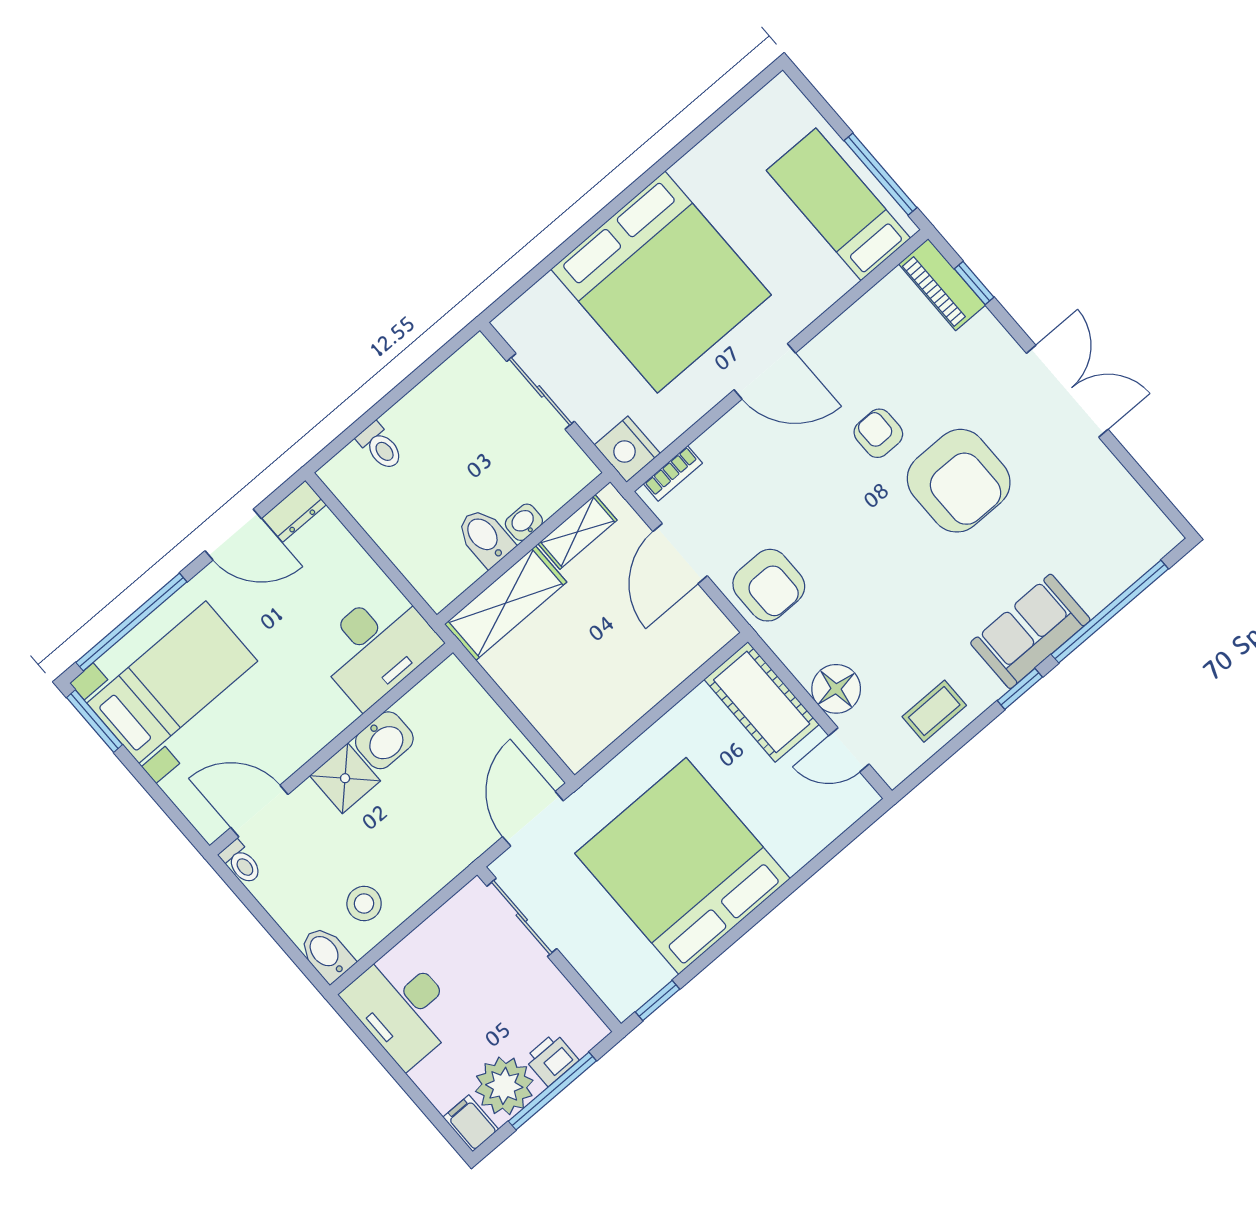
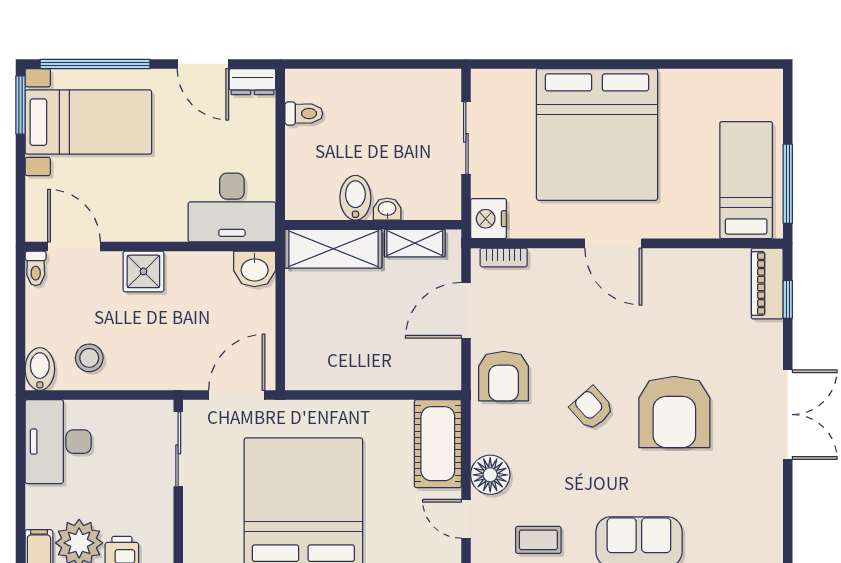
armchair: (878, 433) -> (592, 408), moved, turned -42
toilet: (380, 446) -> (304, 114), moved, turned -90
washbasin: (384, 740) -> (255, 269), moved

